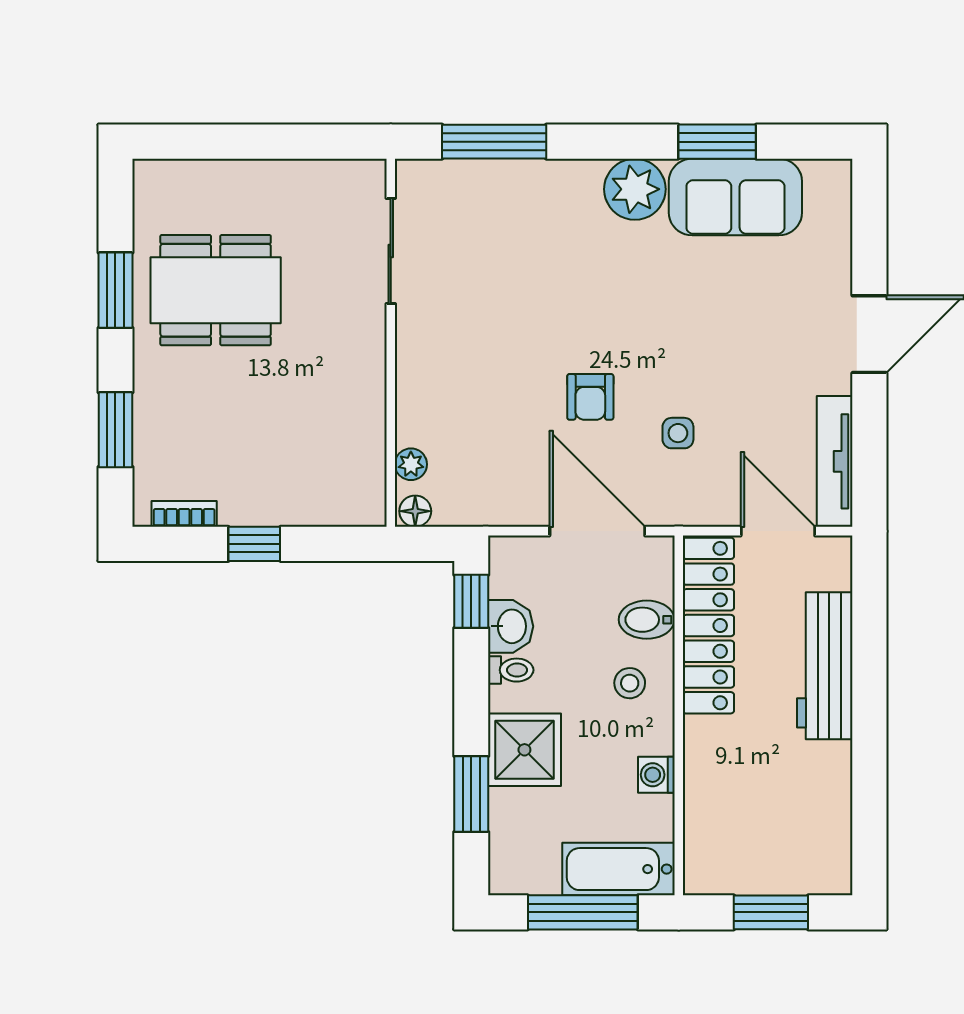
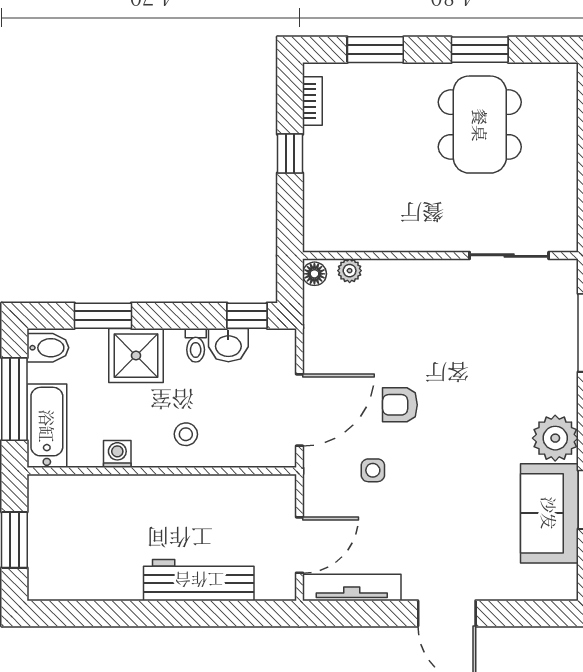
bidet: (647, 620) -> (48, 348), moved, turned 90
locker: (708, 626) -> (229, 493), removed

